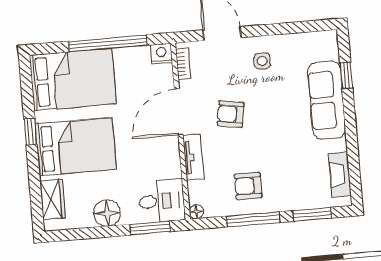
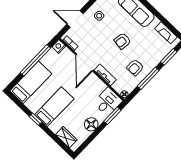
bed: (73, 79) -> (31, 82), width x0.67
armchair: (231, 114) -> (122, 41), moved
bed: (76, 147) -> (54, 107), width x0.67

